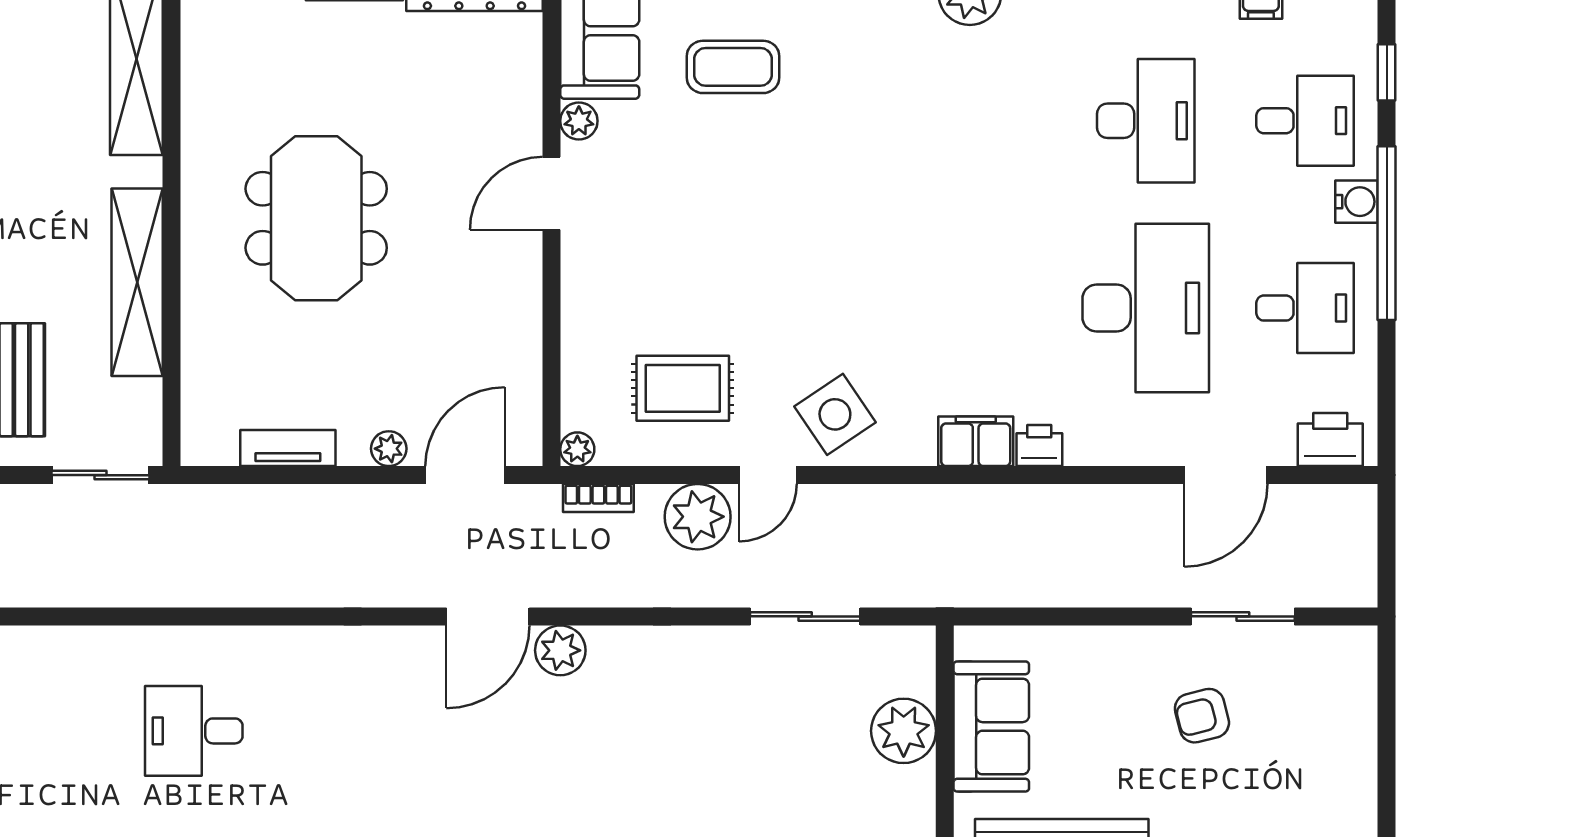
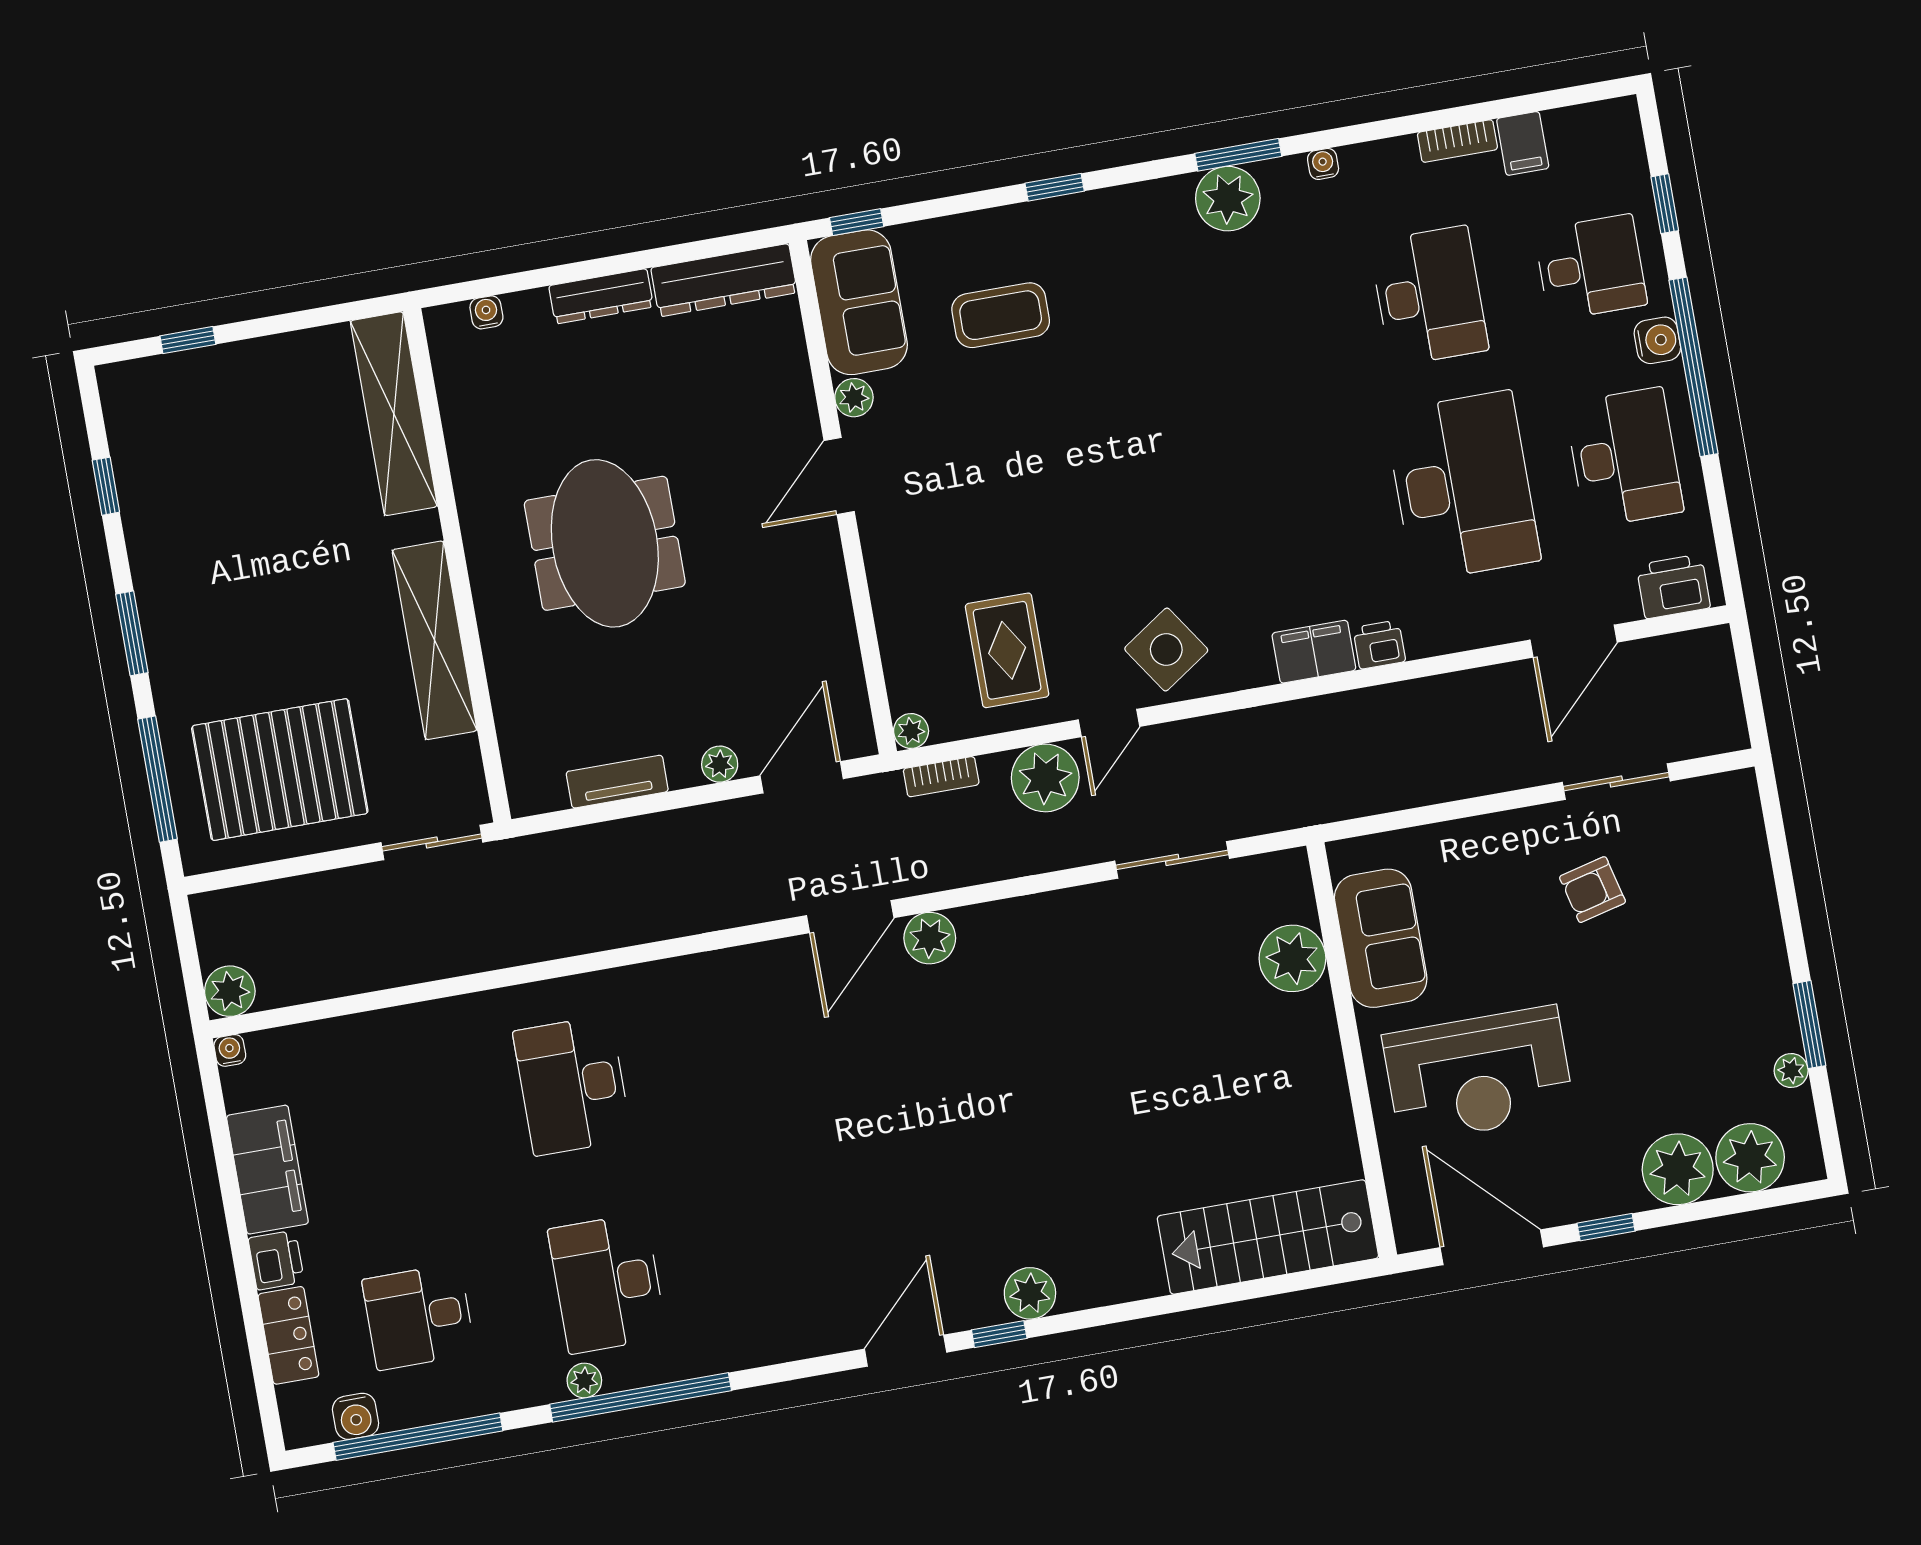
desk: (1305, 308) -> (1624, 457), width x1.37
rug: (683, 388) -> (1007, 650), turned 90
desk: (194, 731) -> (572, 1085), width x1.37

